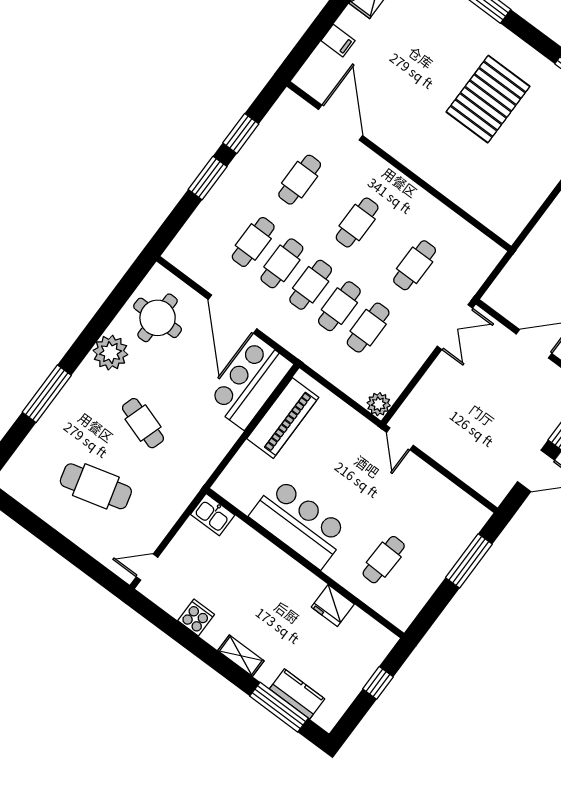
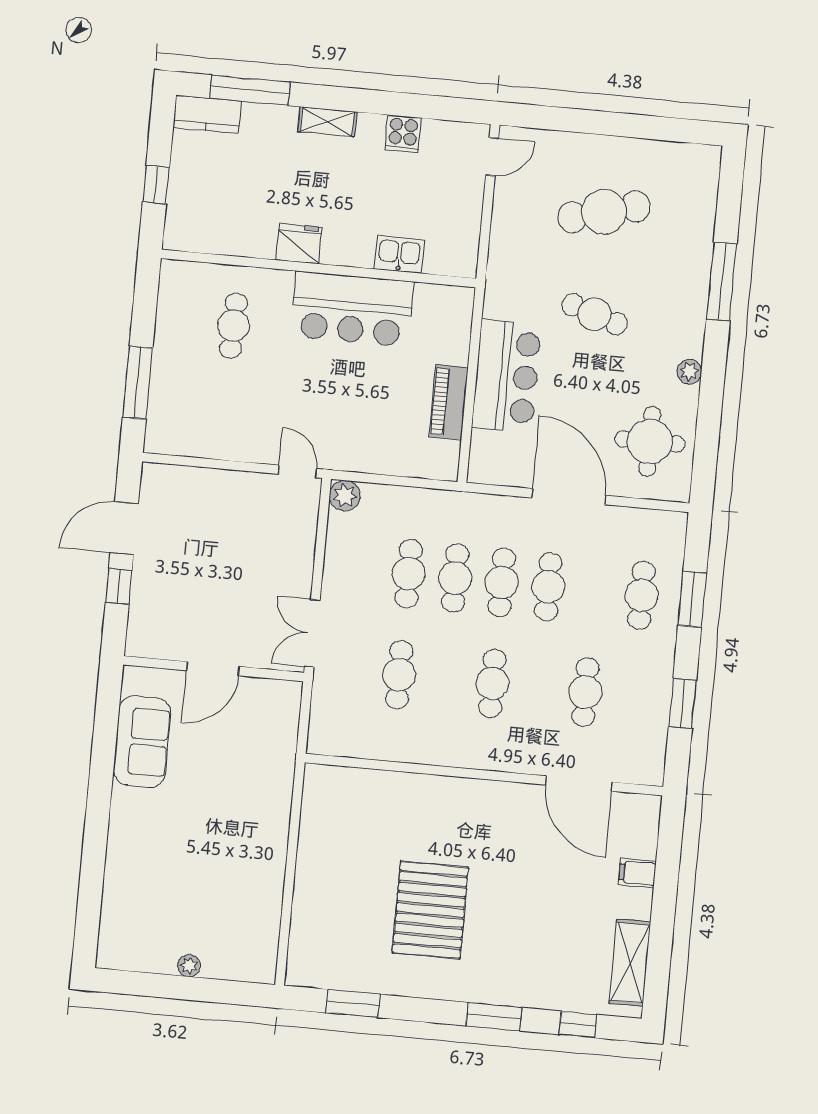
window: (208, 178) -> (692, 599), moved
cafe table: (253, 242) -> (641, 595), moved
plant: (110, 353) -> (689, 372), width x0.53, depth x0.53
bar counter: (251, 384) -> (507, 376), moved
piano: (283, 418) -> (449, 402), width x0.73, depth x0.75
kitchen sink: (213, 515) -> (399, 254), moved
fridge: (333, 606) -> (299, 244), moved
kitchen counter: (297, 694) -> (207, 114), moved

